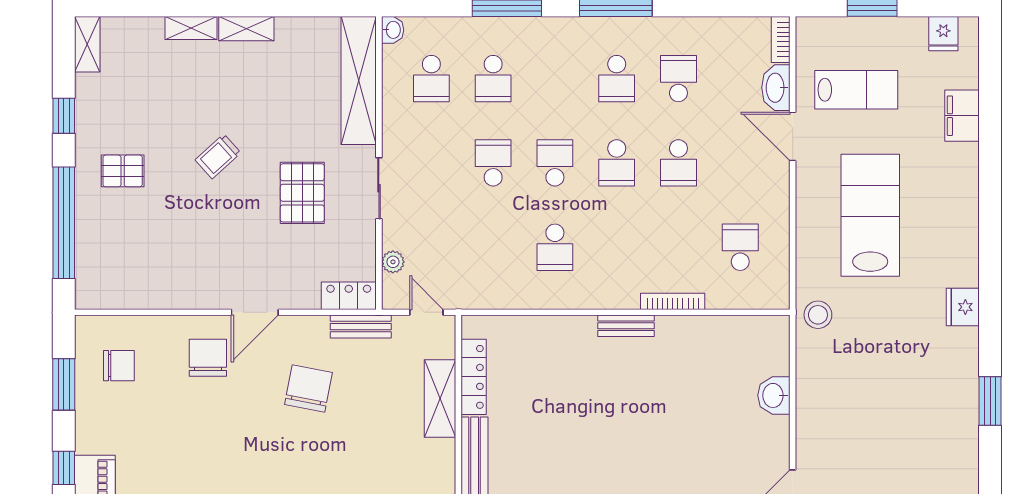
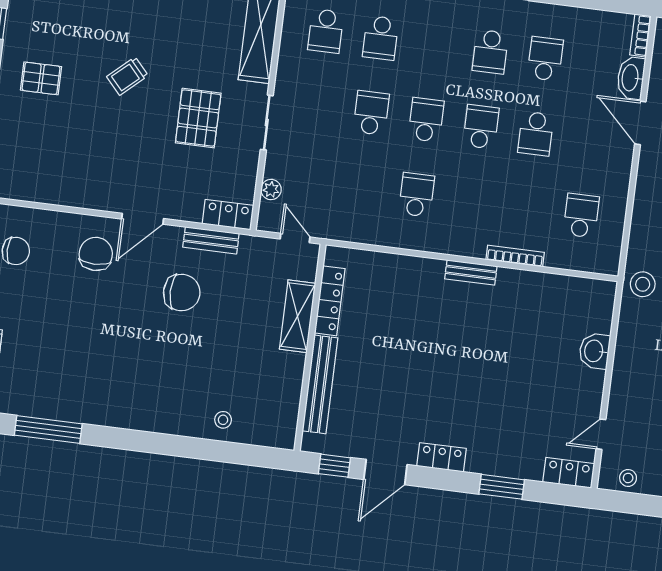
school desk: (617, 163) -> (481, 127), turned 180
school desk: (555, 247) -> (417, 195), turned 180
bench: (361, 327) -> (211, 240), moved
chair: (308, 388) -> (182, 293), turned 79

